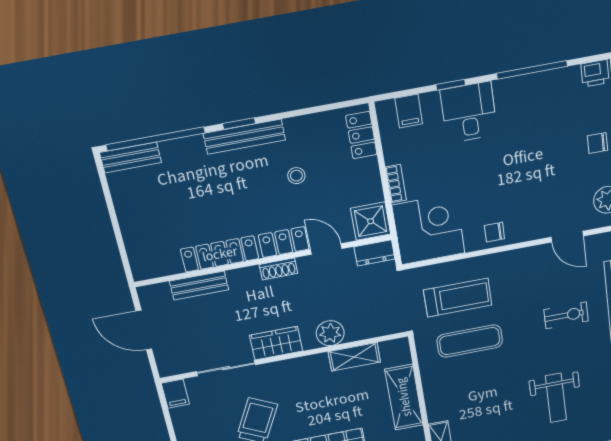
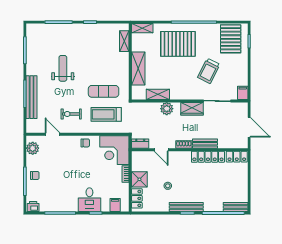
shower: (371, 221) -> (139, 179), moved
locker: (284, 242) -> (237, 157), moved
bench: (199, 285) -> (205, 144), moved
exercise bike: (566, 315) -> (71, 114), moved
weight bench: (556, 398) -> (63, 68), moved

